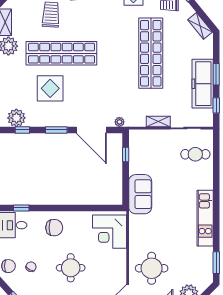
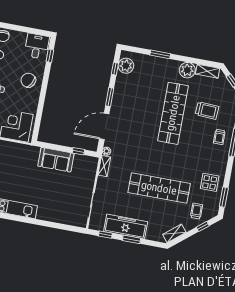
display table: (50, 88) -> (145, 98), removed
shelving: (158, 121) -> (104, 166), moved
cafe table: (195, 154) -> (68, 210), removed
sofa: (140, 194) -> (56, 160), moved
chair: (54, 228) -> (28, 80), turned 118

